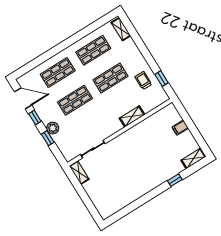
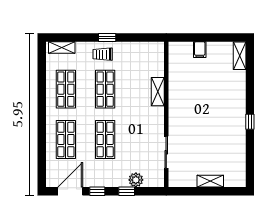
window: (162, 79) -> (107, 37), moved
trolley: (143, 81) -> (103, 54), moved
plant: (53, 128) -> (136, 180), moved
shelving: (79, 173) -> (210, 181), moved
window: (175, 180) -> (250, 122), moved

